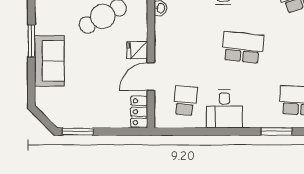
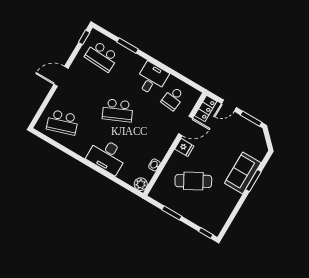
window: (31, 41) -> (253, 181), moved
school desk: (243, 47) -> (118, 110), turned -30
door: (113, 131) -> (229, 106), added

